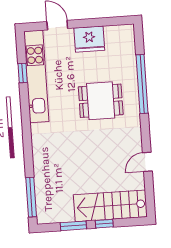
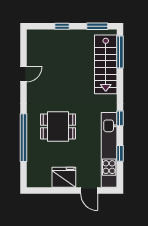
window: (26, 116) -> (120, 118), added
stairs: (110, 206) -> (106, 64), moved, turned 90
window: (73, 226) -> (97, 26), moved

